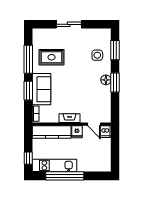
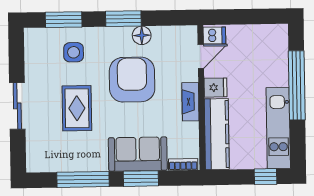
rug: (52, 57) -> (77, 108), moved
floor lamp: (106, 80) -> (142, 35), moved
armchair: (82, 87) -> (132, 80), added
window: (65, 176) -> (297, 85), moved

